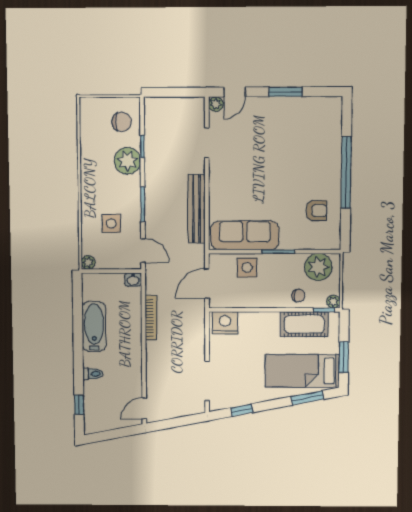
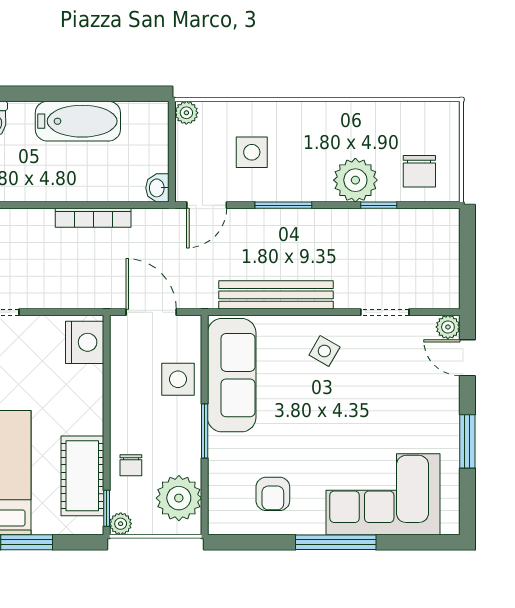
corner sofa: (317, 144) -> (383, 494), added
window: (346, 172) -> (336, 542), width x0.68
side table: (230, 179) -> (324, 351), added

